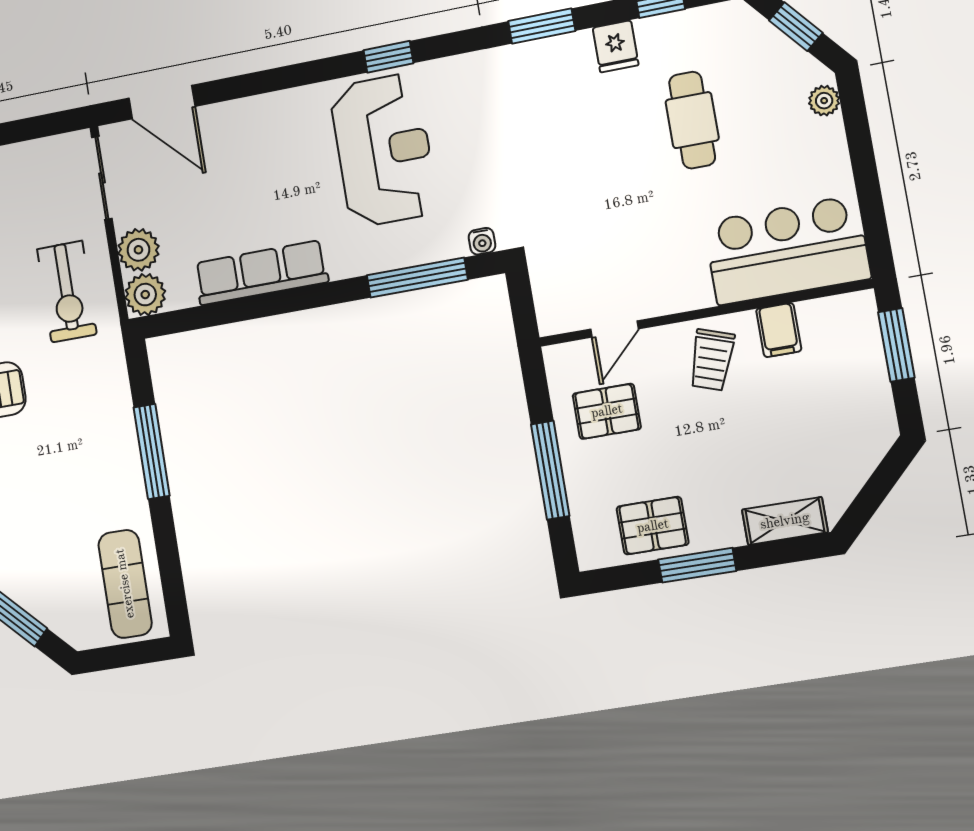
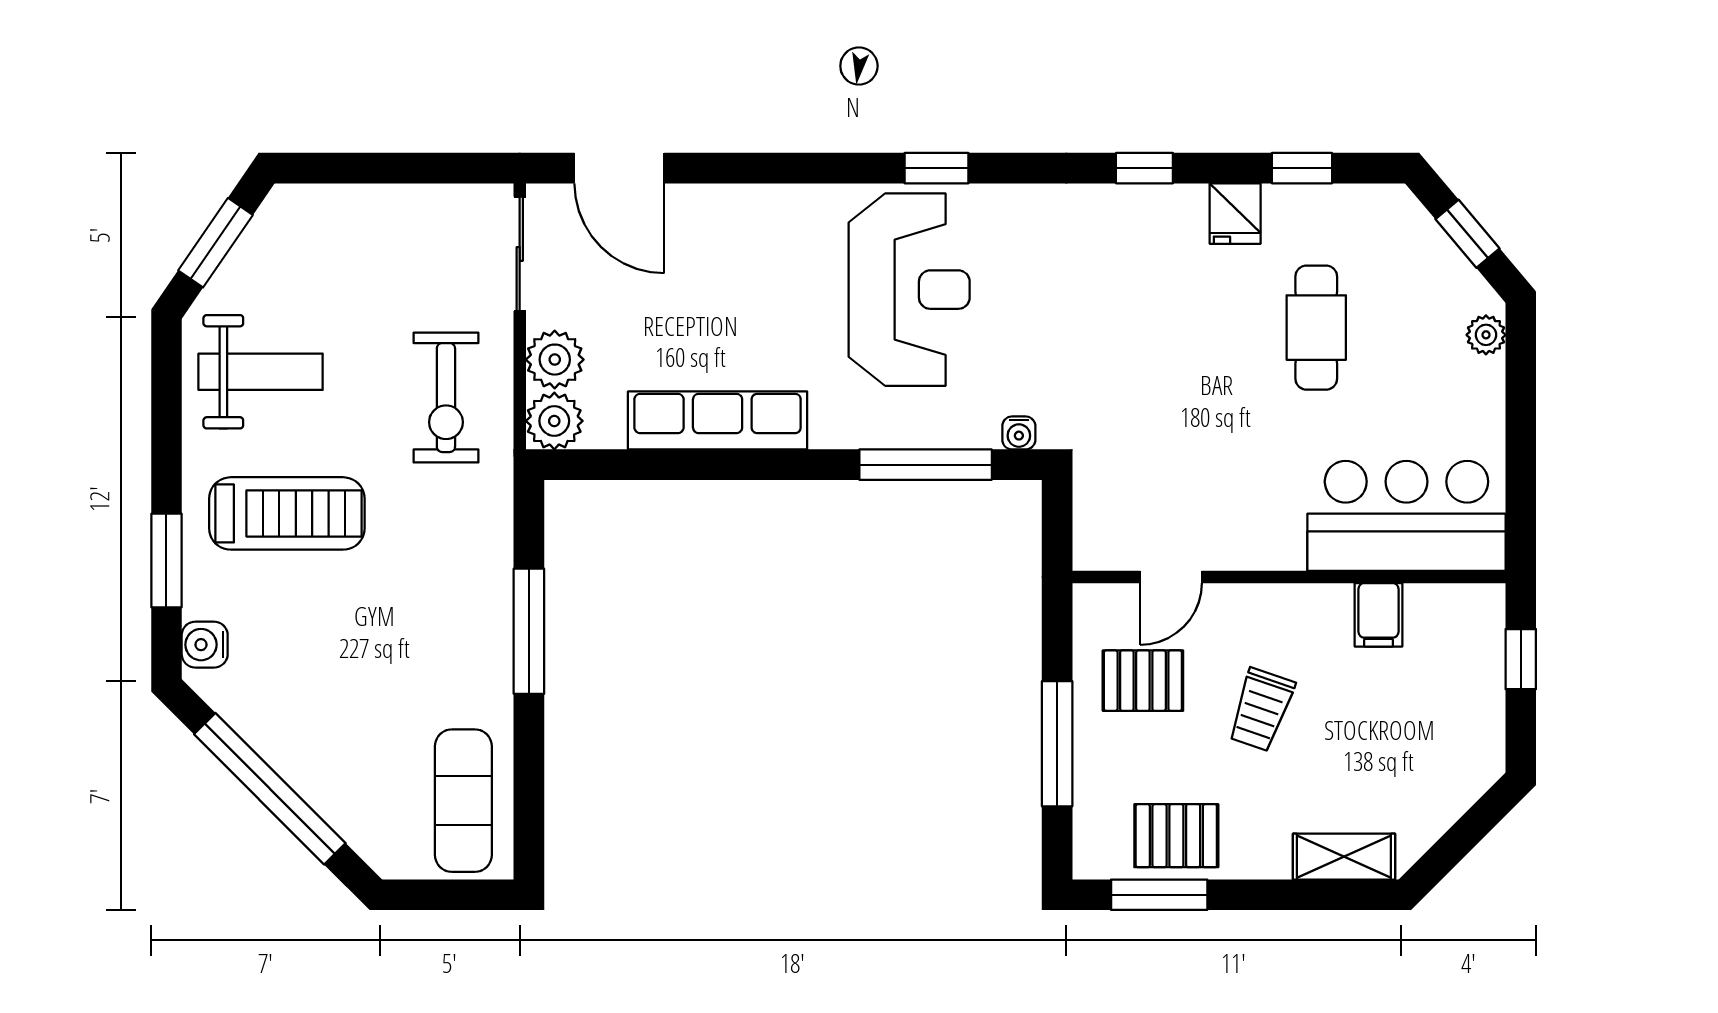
window: (542, 26) -> (1144, 168), width x0.67
window: (896, 345) -> (1521, 659), width x0.67
trolley: (712, 360) -> (1261, 710), moved
window: (697, 565) -> (1159, 895), moved

